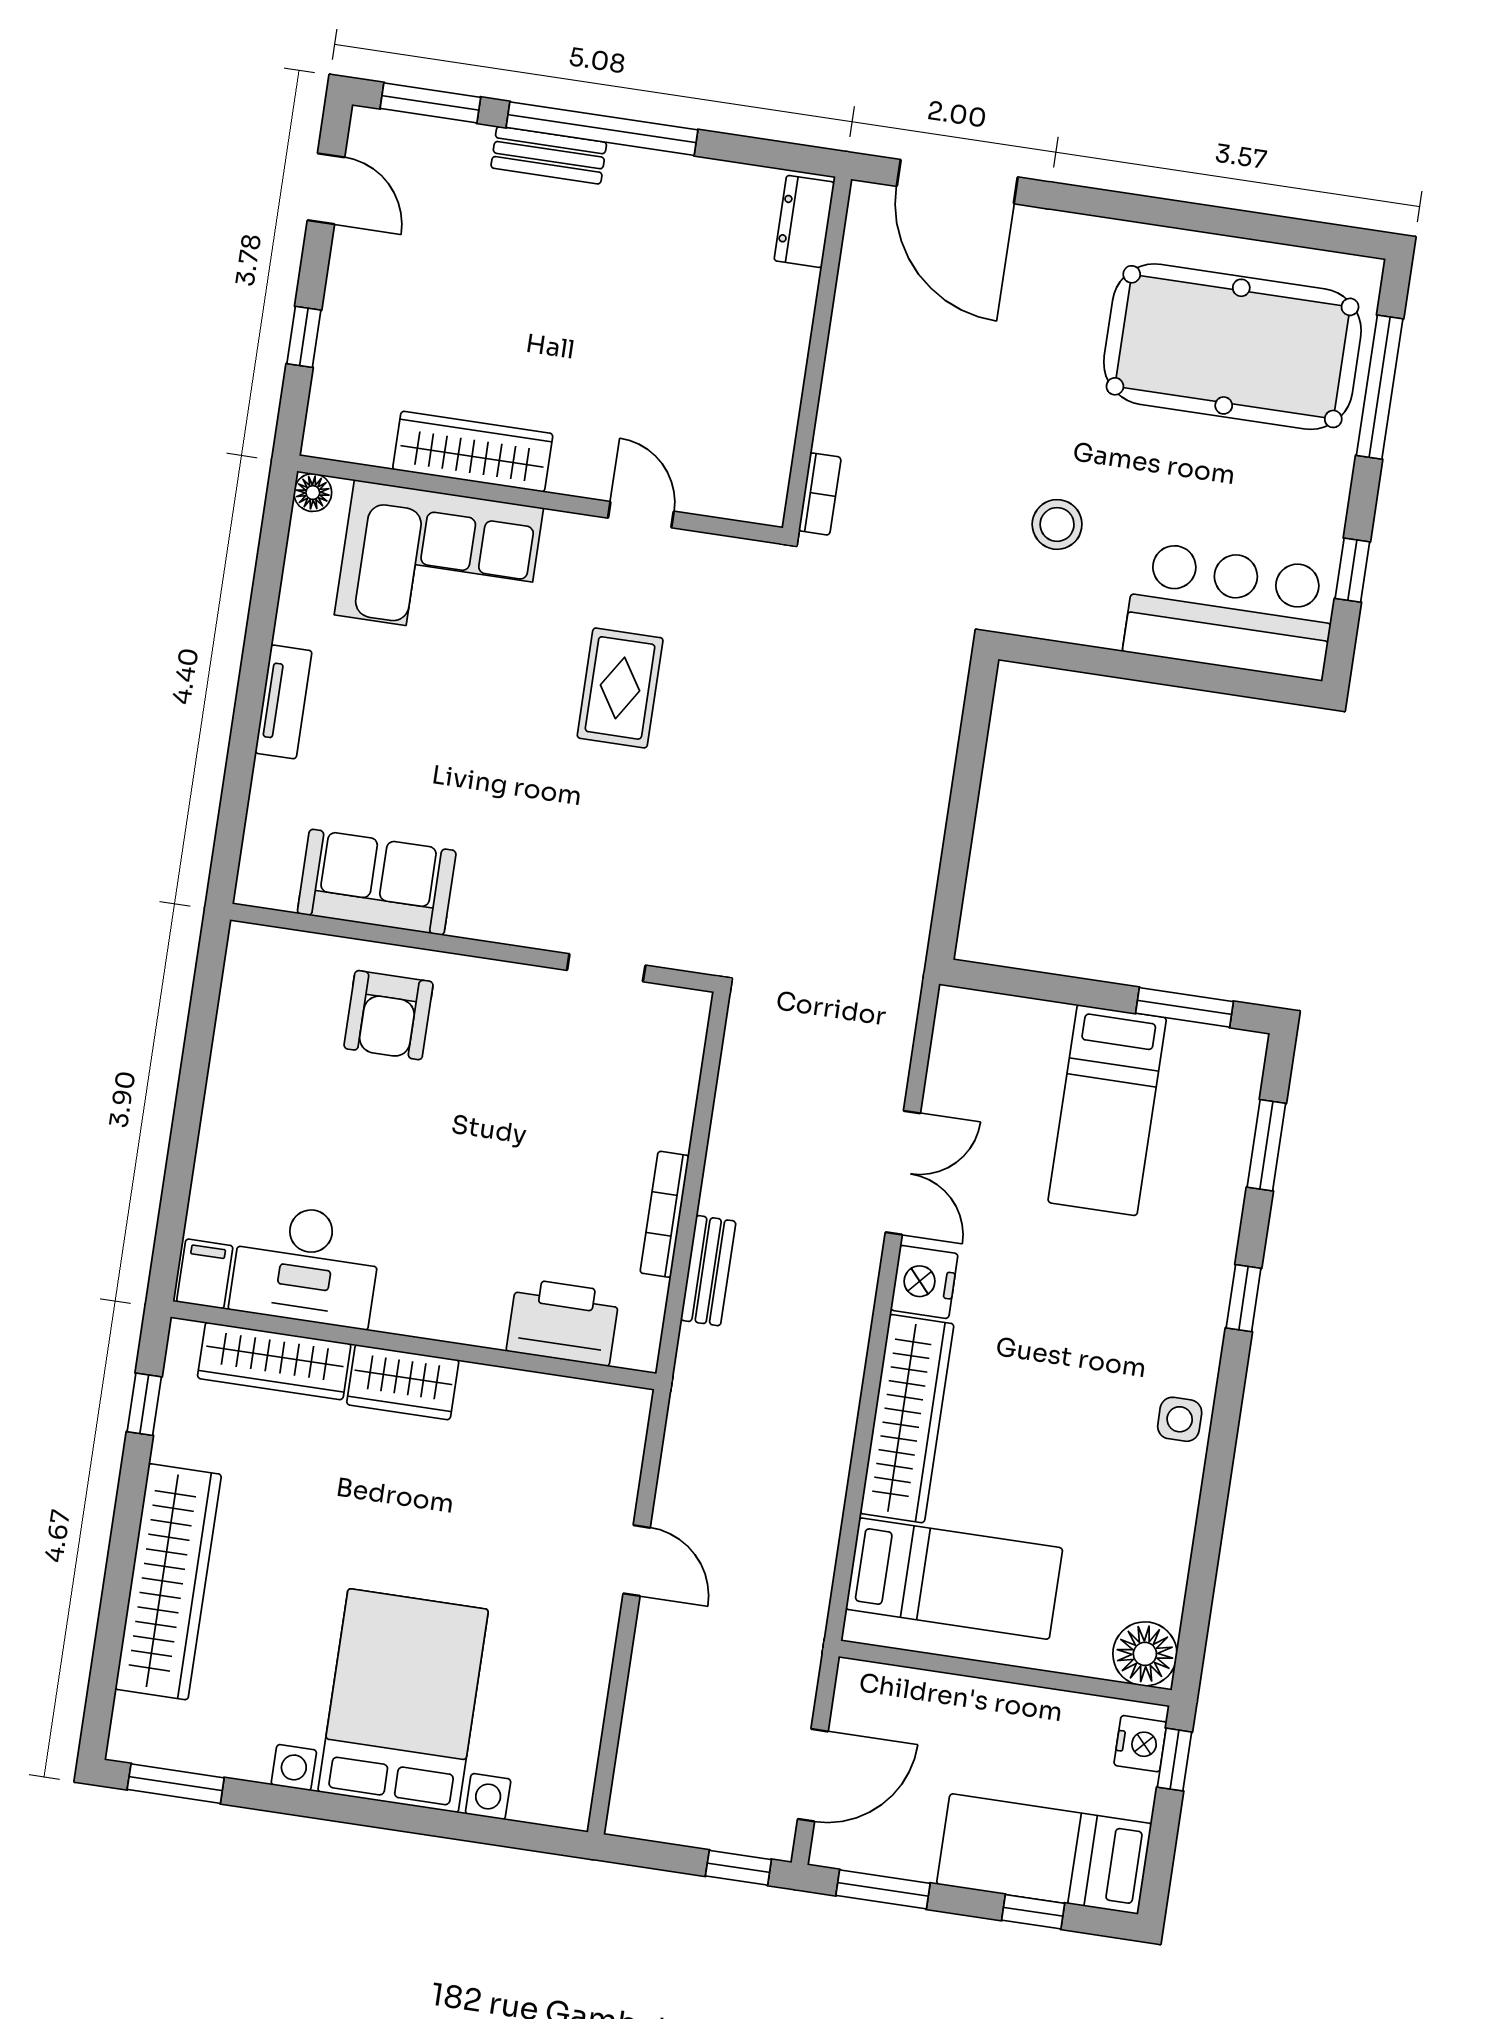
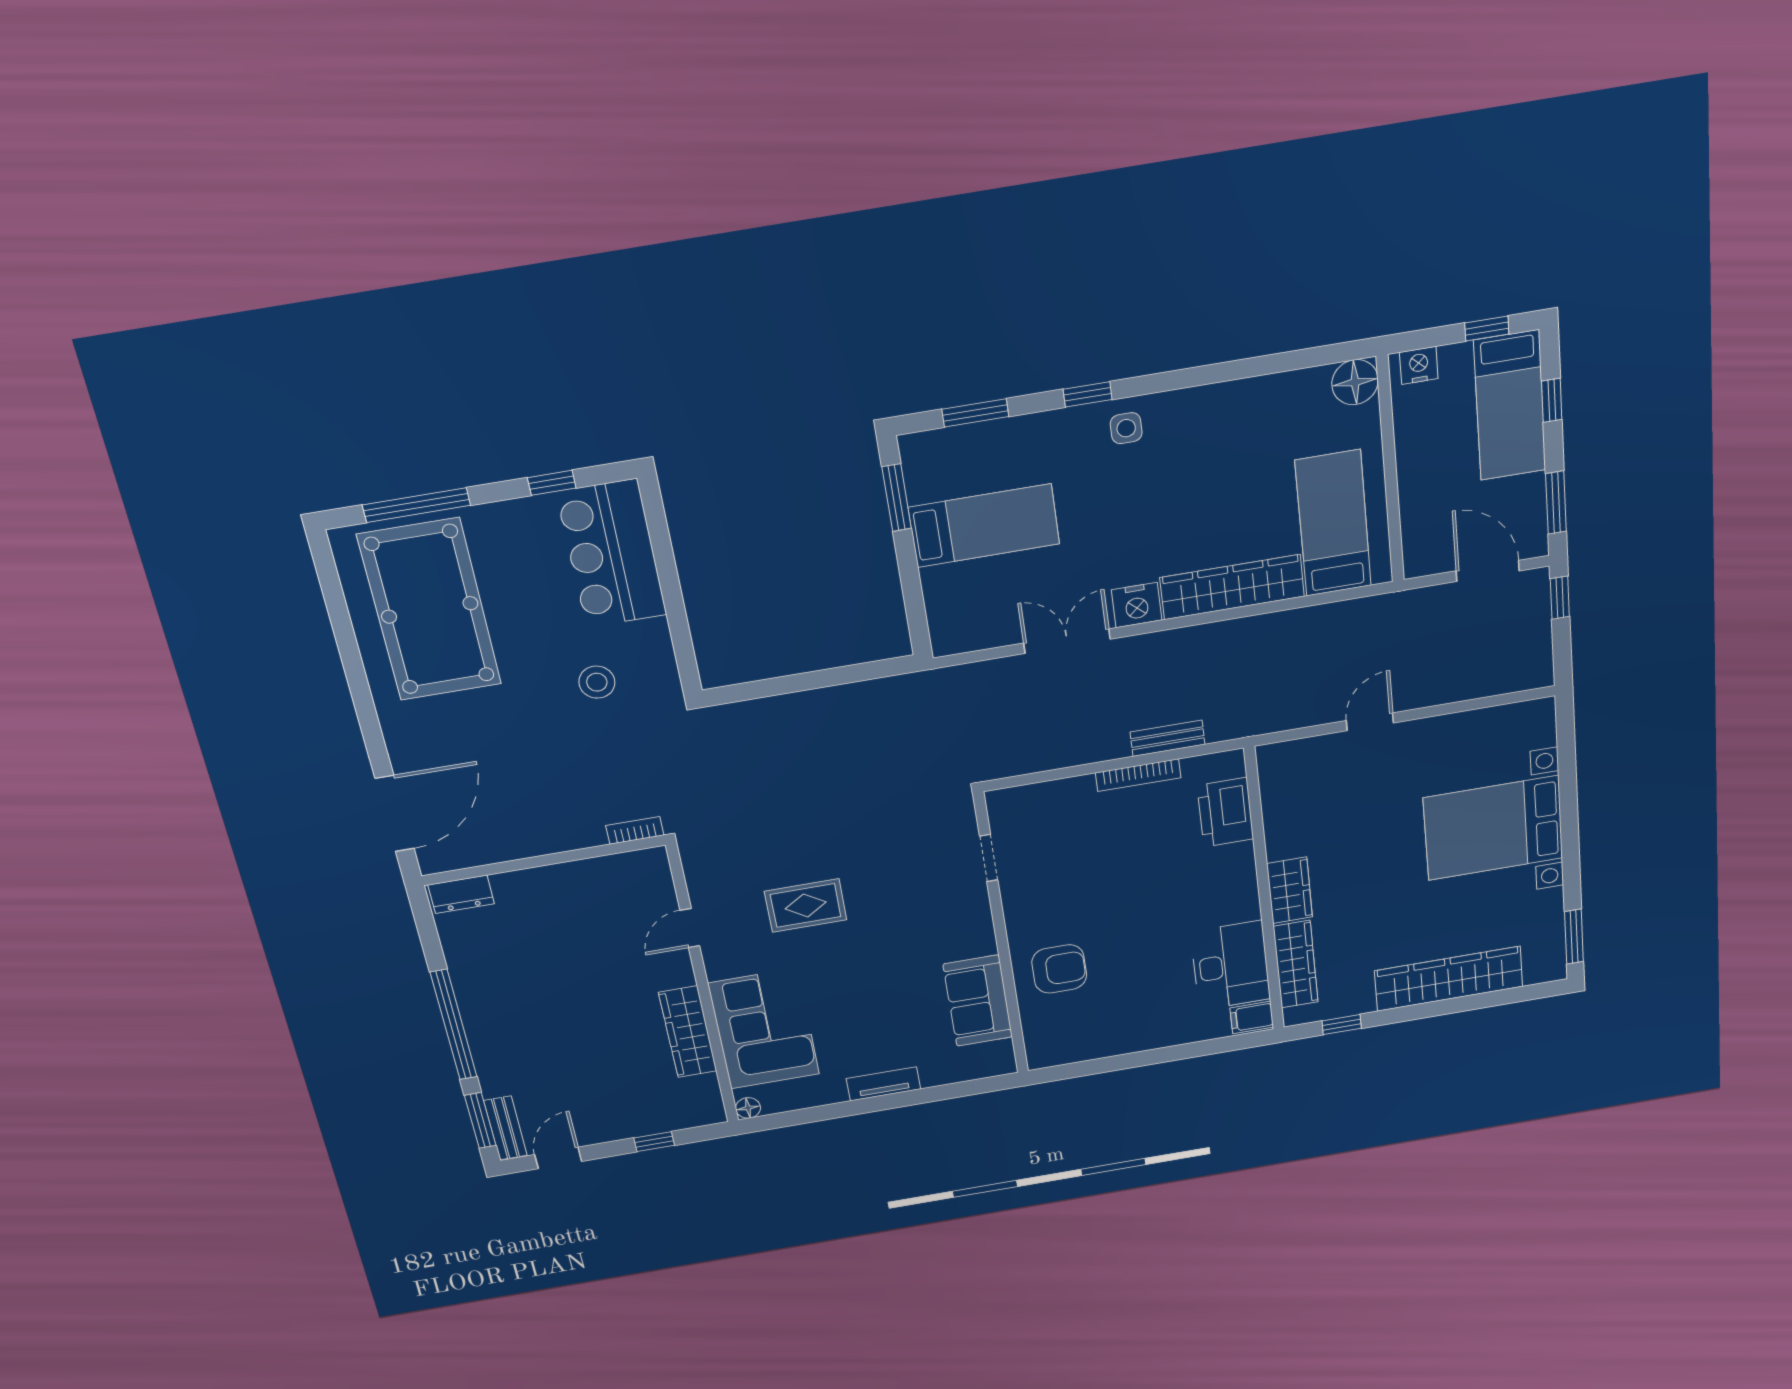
bench: (549, 155) -> (505, 1128), moved
side table: (1180, 1419) -> (1126, 428), moved
window: (1175, 1760) -> (1487, 329), moved

